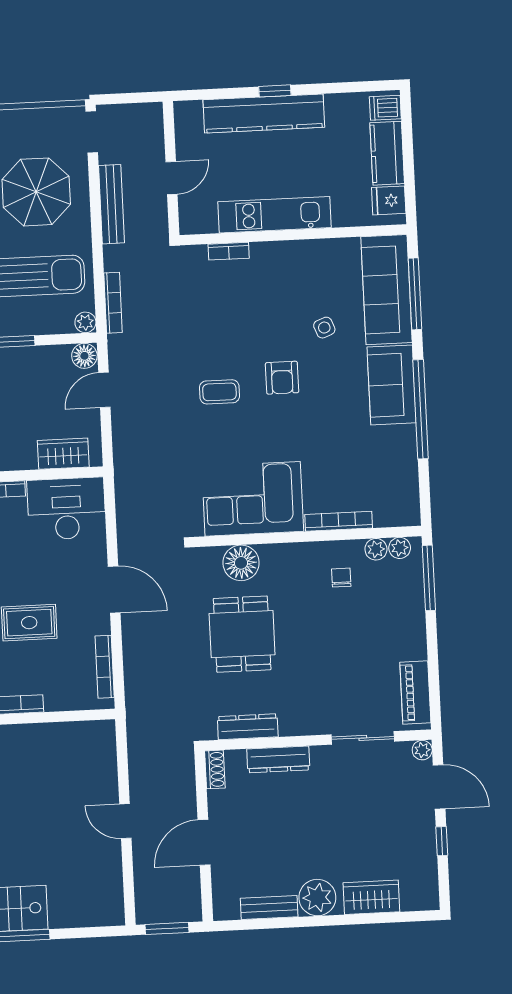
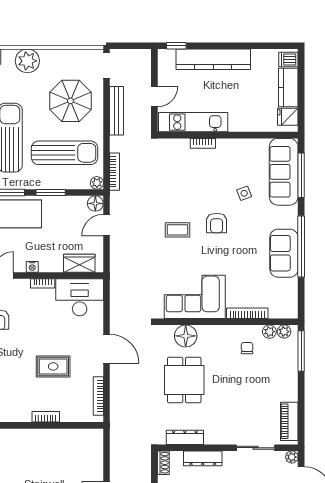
window: (275, 91) -> (176, 46), moved
kitchen unit: (274, 215) -> (193, 122), moved
bookcase: (229, 251) -> (203, 143), moved
sofa: (392, 385) -> (284, 253), moved

